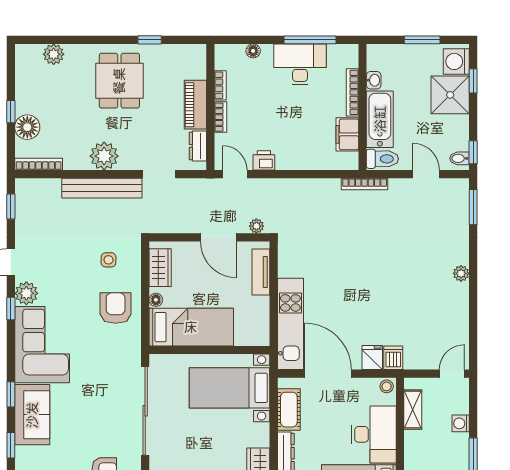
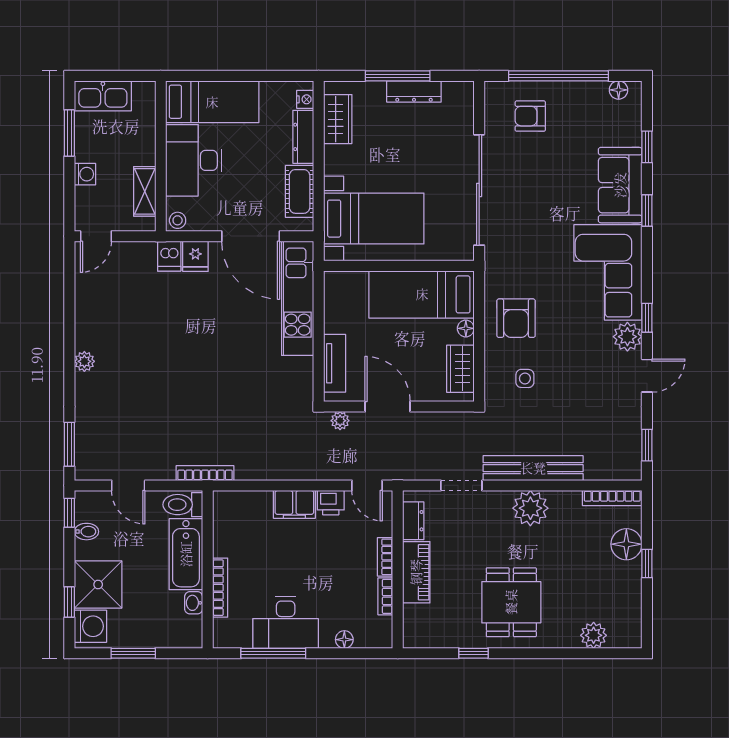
filing cabinet: (347, 134) -> (294, 504), moved, turned 90
bidet: (459, 158) -> (86, 532), moved

